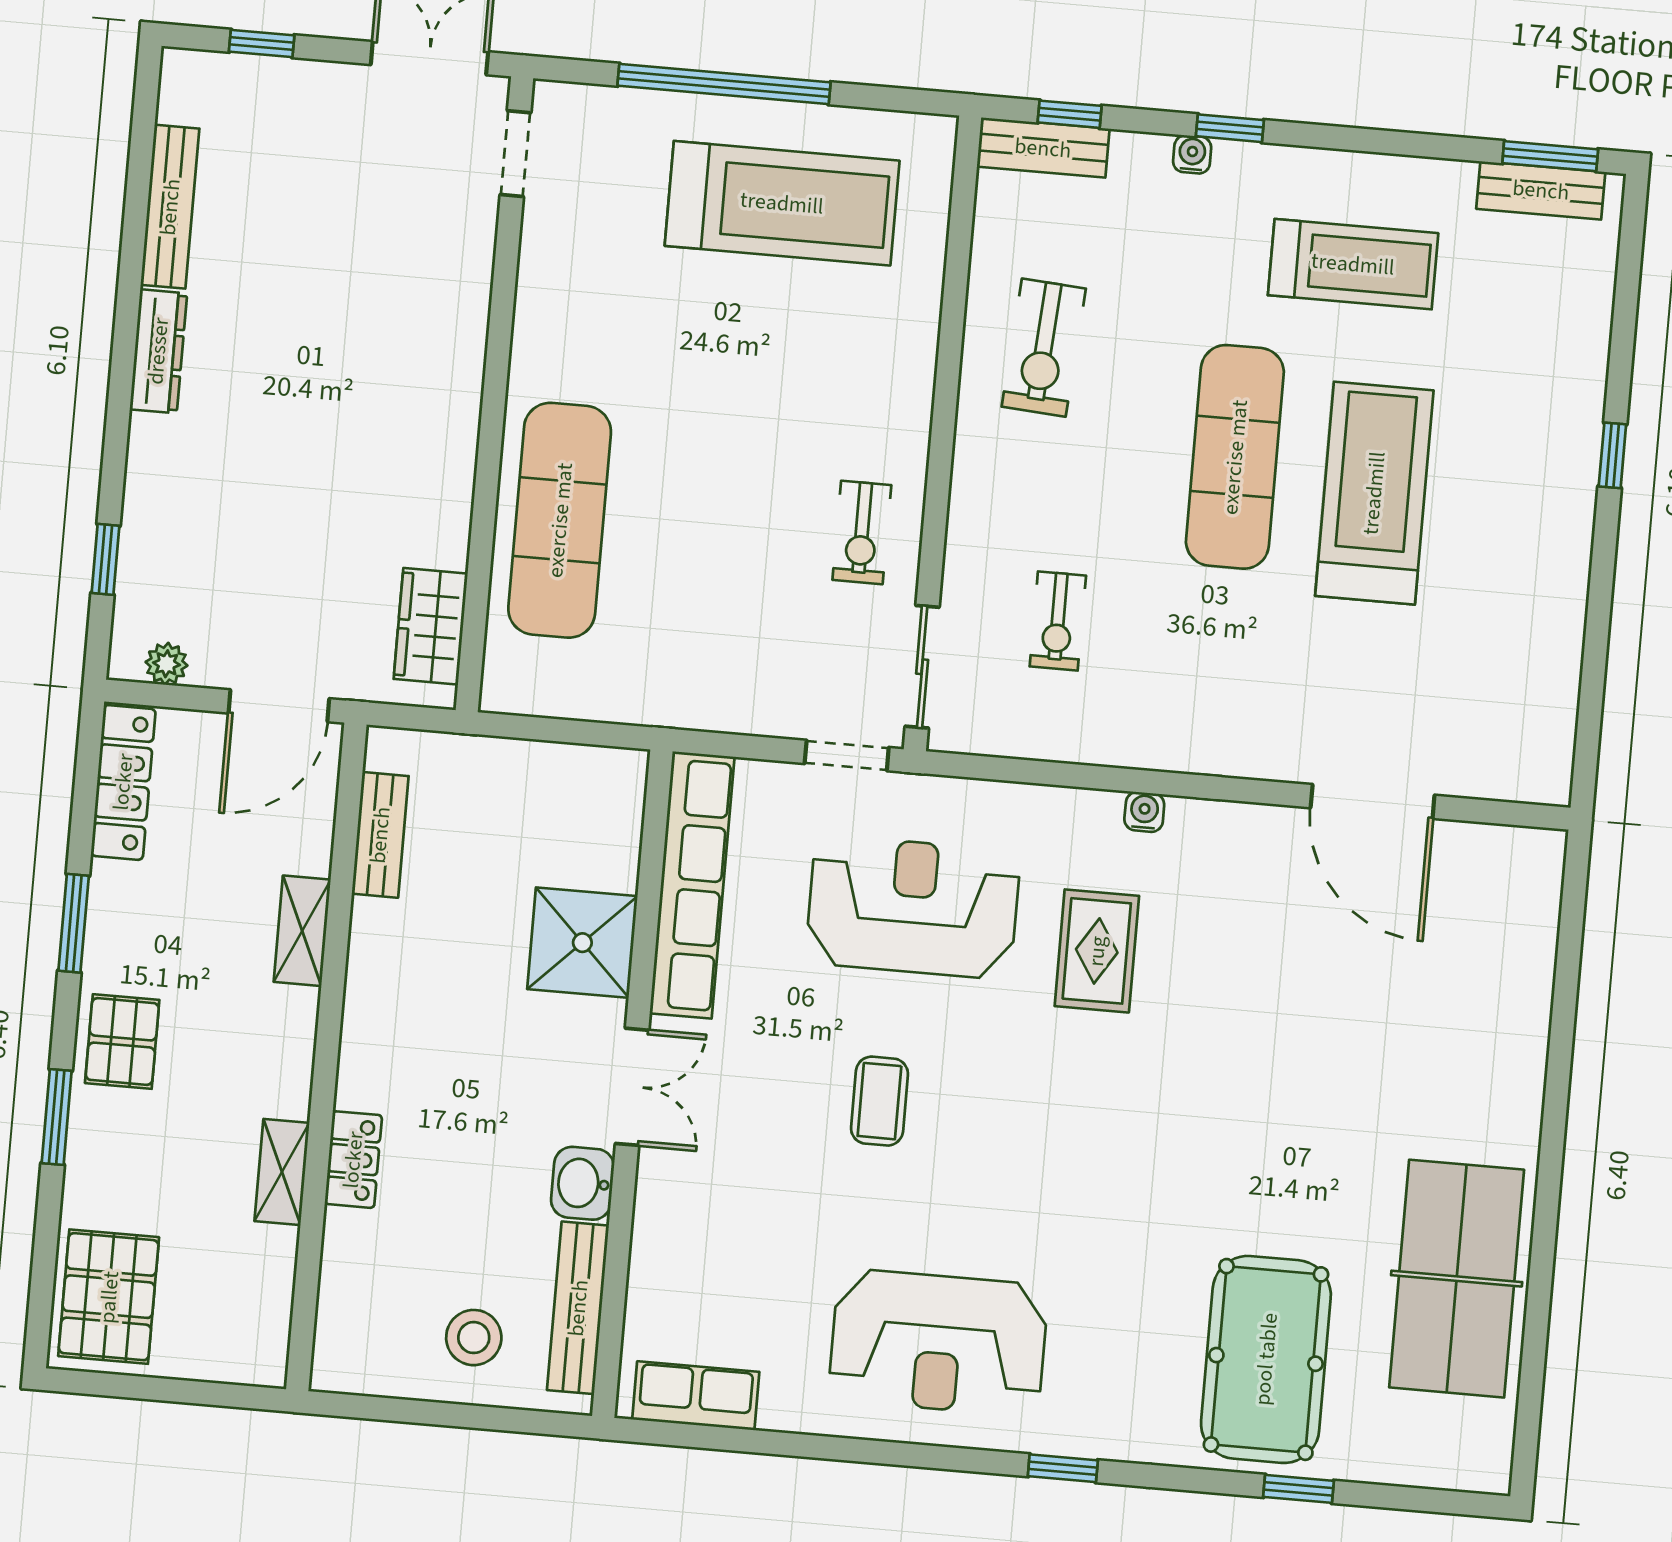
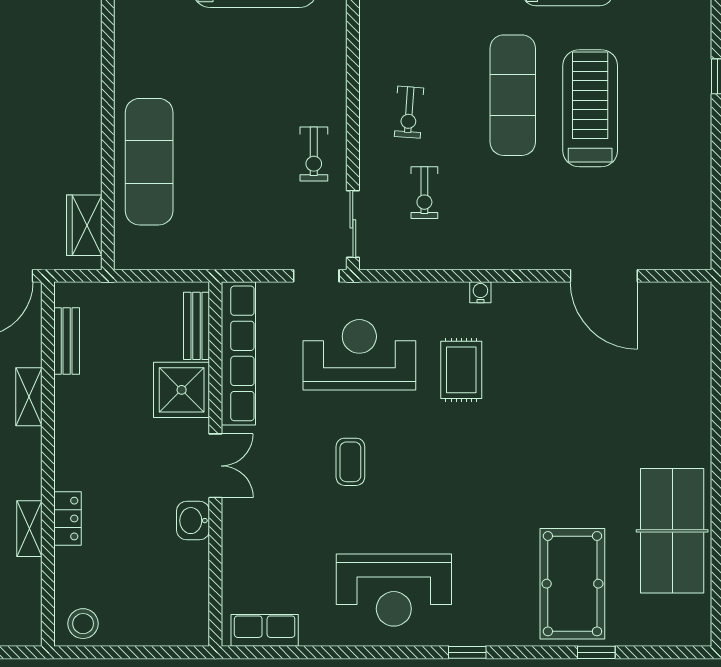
exercise bike: (1044, 348) -> (409, 112), moved, width x0.73, depth x0.72
bench: (578, 1308) -> (196, 326), moved, width x0.73
stool: (474, 1338) -> (83, 624), moved

